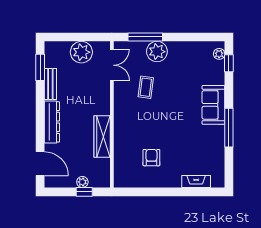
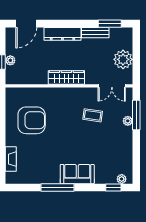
plant: (157, 52) -> (128, 121), width x0.53, depth x0.53
wardrobe: (102, 137) -> (66, 78), moved
armchair: (151, 158) -> (32, 120), width x1.88, depth x1.88

